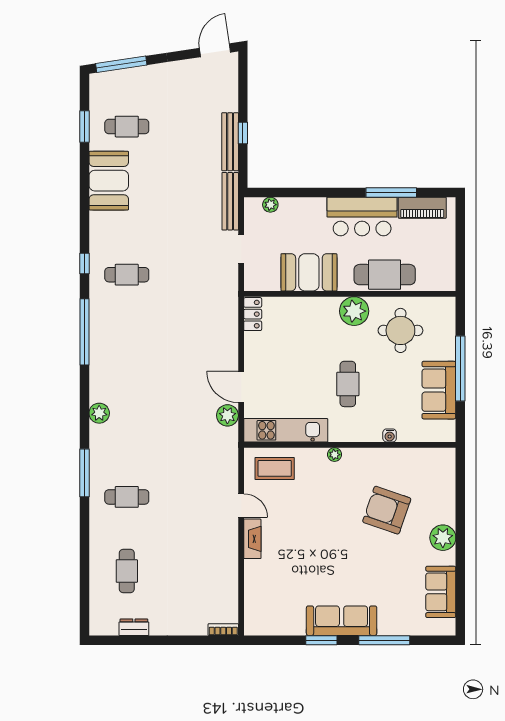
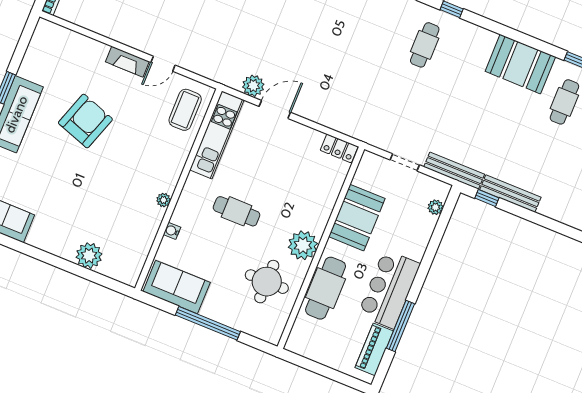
window: (243, 133) -> (487, 198), moved
sofa: (439, 390) -> (177, 287), moved
plant: (335, 455) -> (164, 200), moved
armchair: (387, 510) -> (85, 121), moved
plant: (443, 538) -> (89, 256), moved

